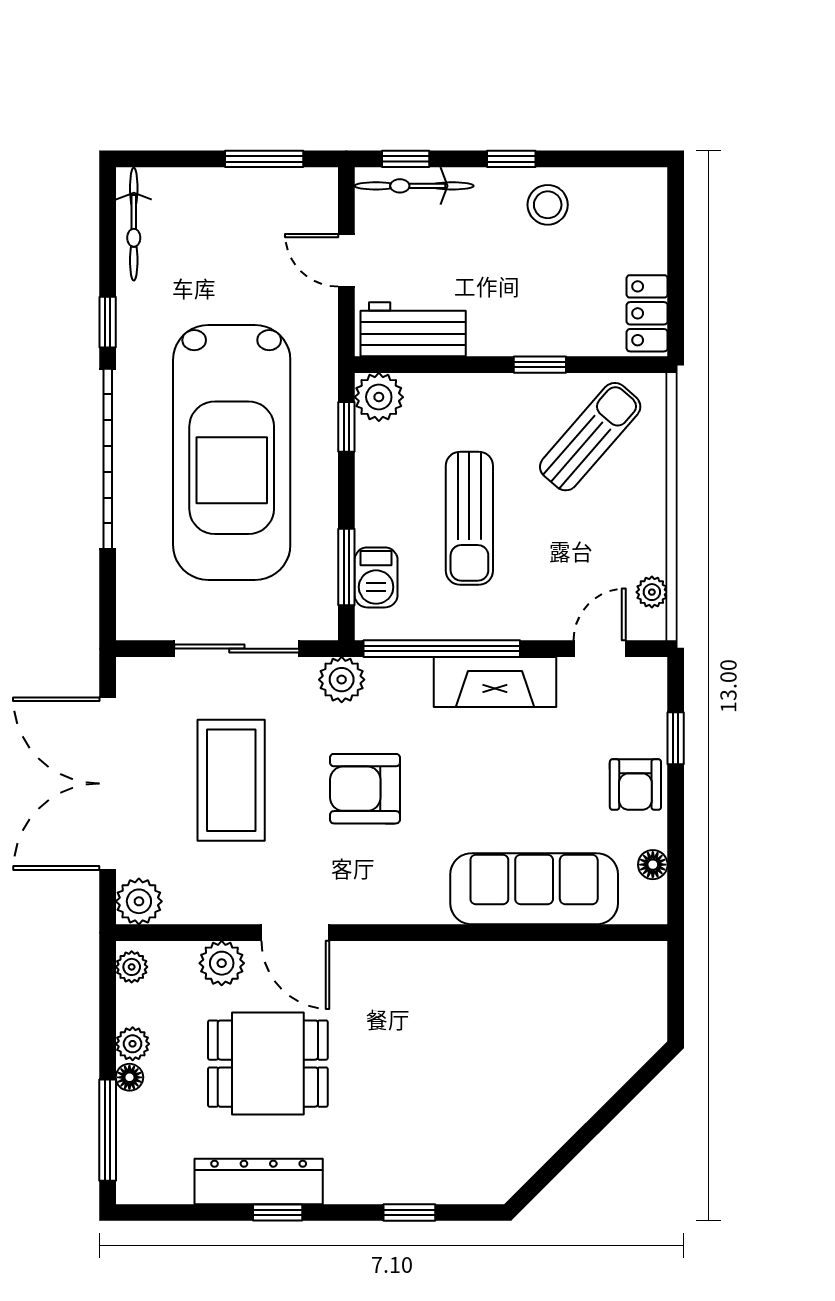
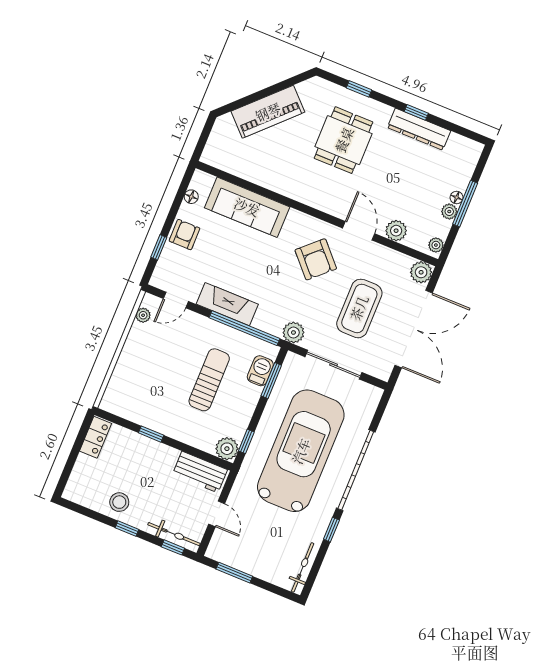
sun lounger: (590, 437) -> (142, 394), removed
armchair: (365, 789) -> (316, 259), moved, turned 47
dining table: (268, 1064) -> (344, 140), moved, turned 90
piano: (570, 1094) -> (268, 112), added
window: (108, 1130) -> (465, 204), moved

